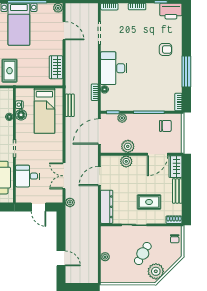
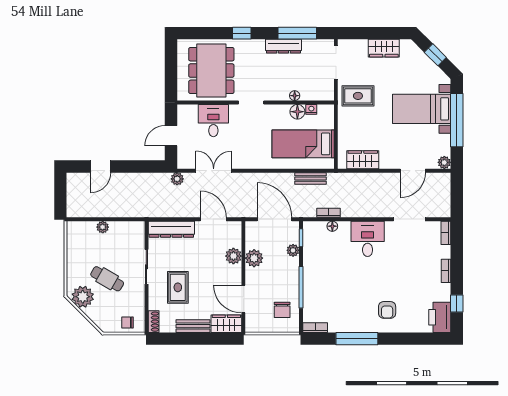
desk: (114, 68) -> (368, 239), width x0.73

